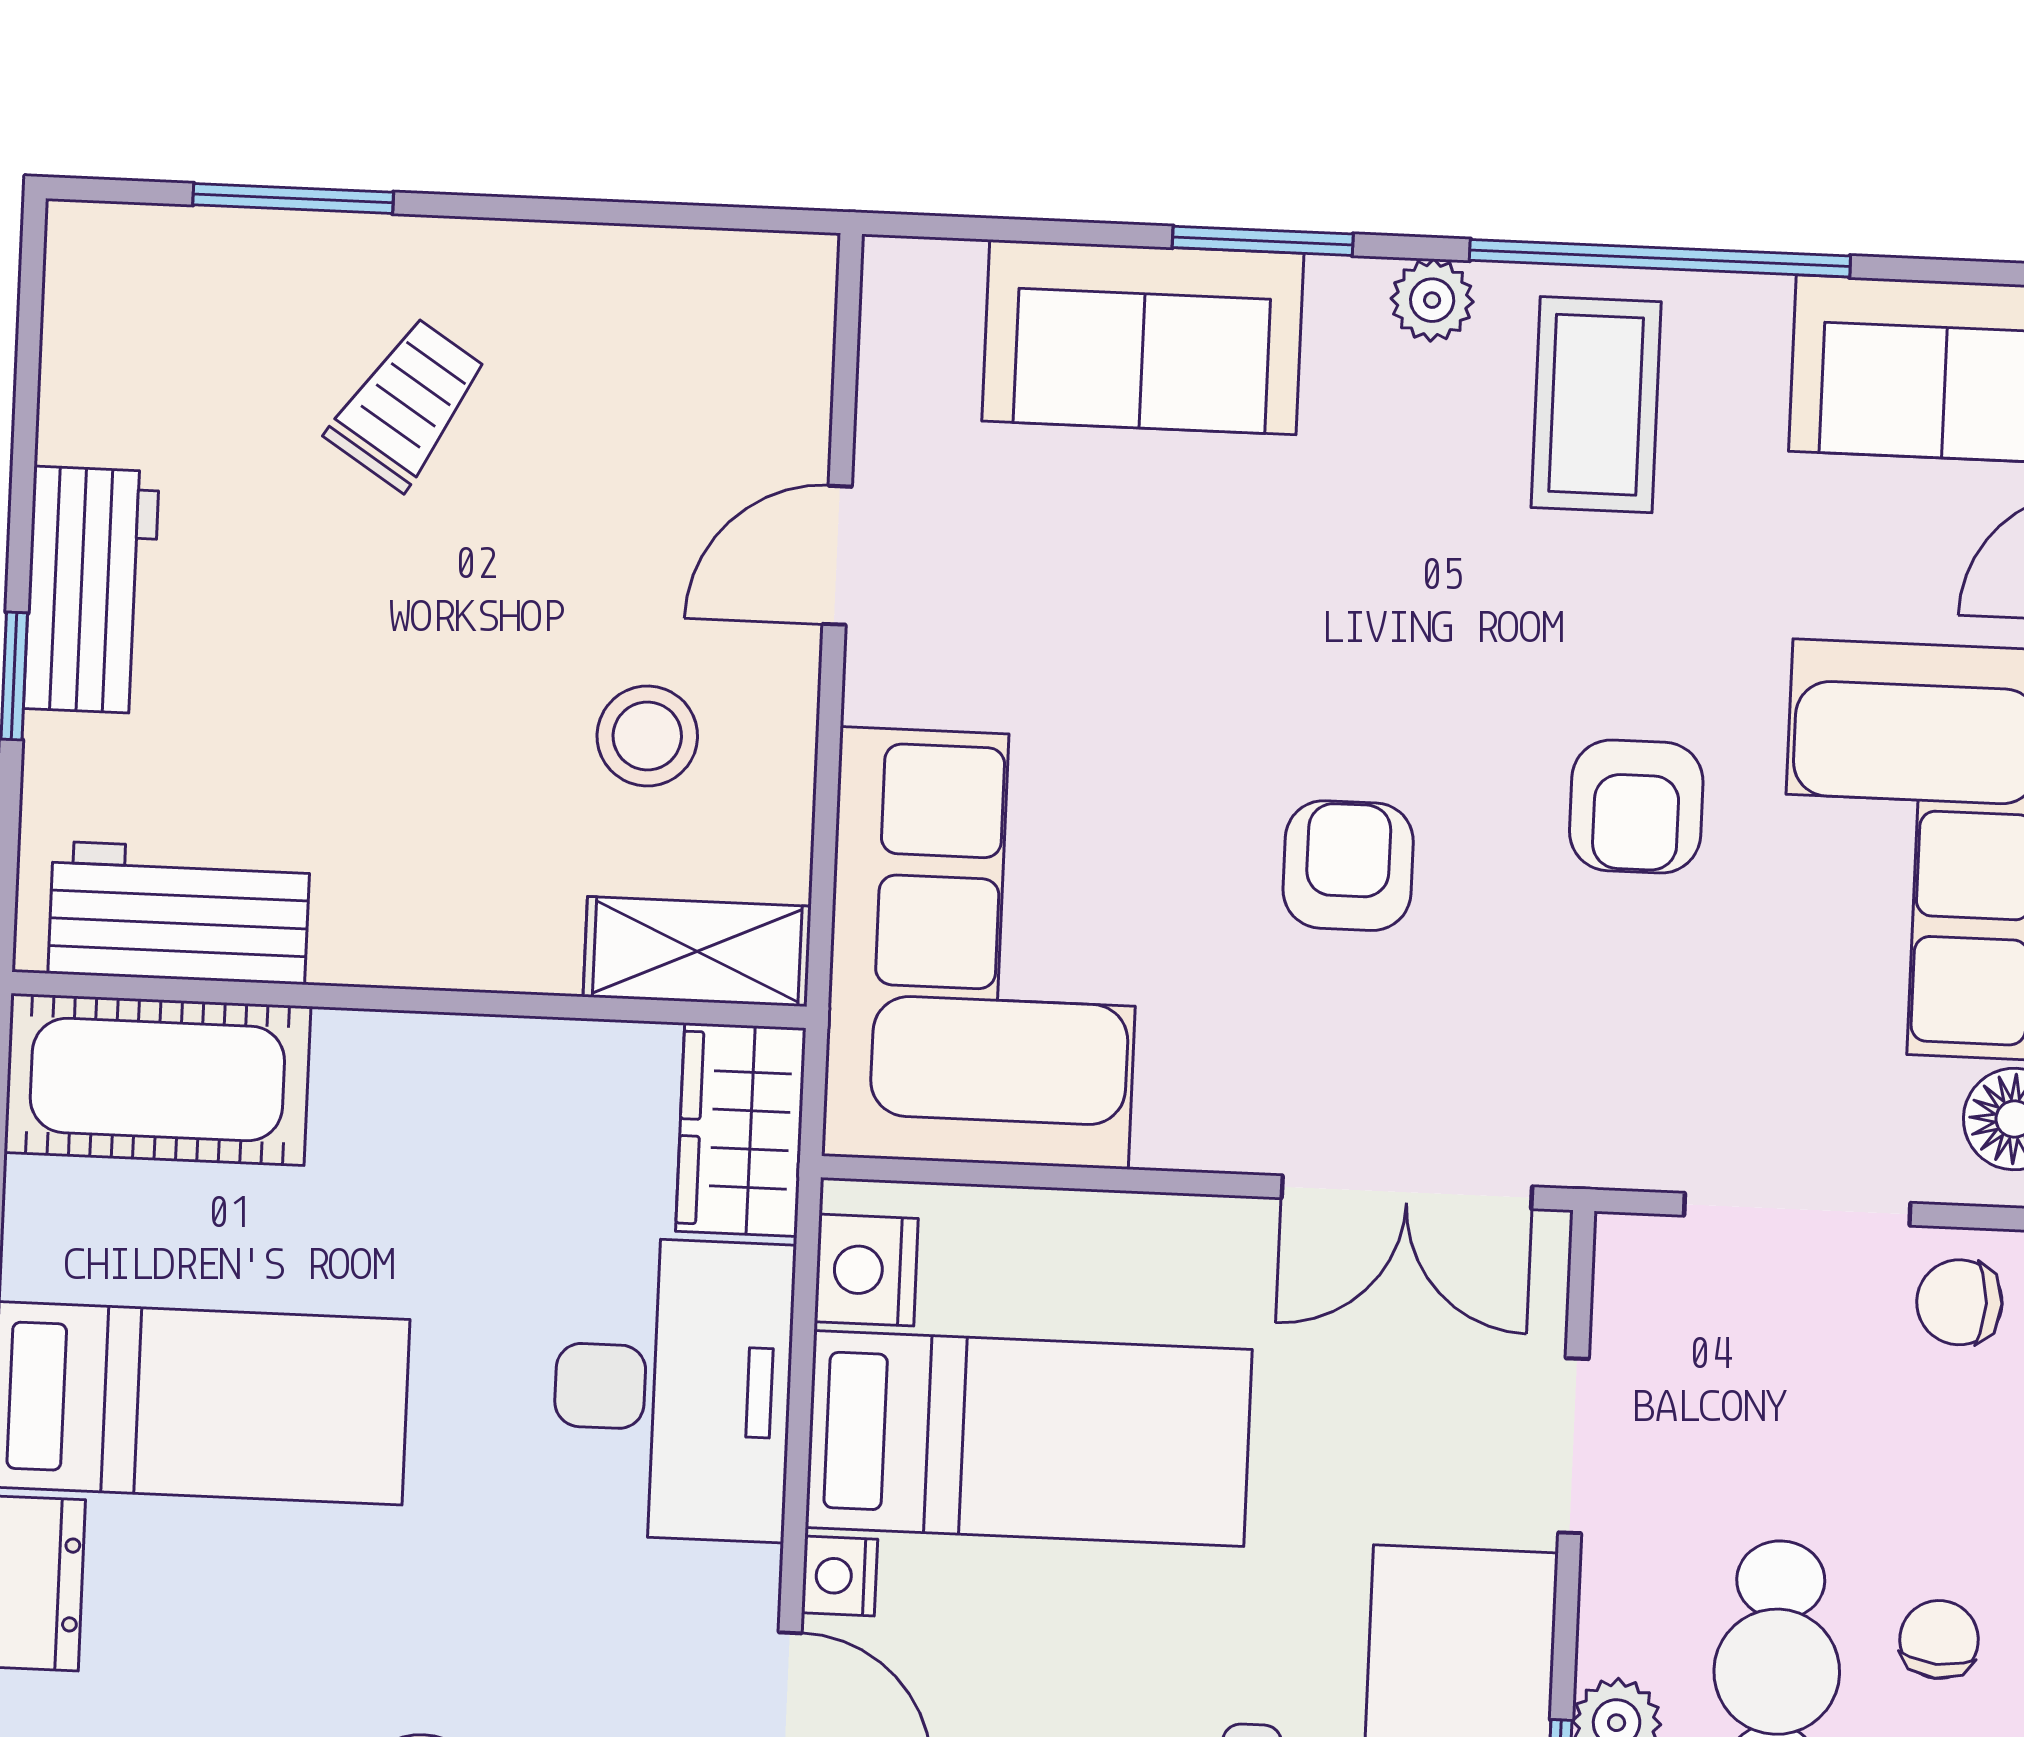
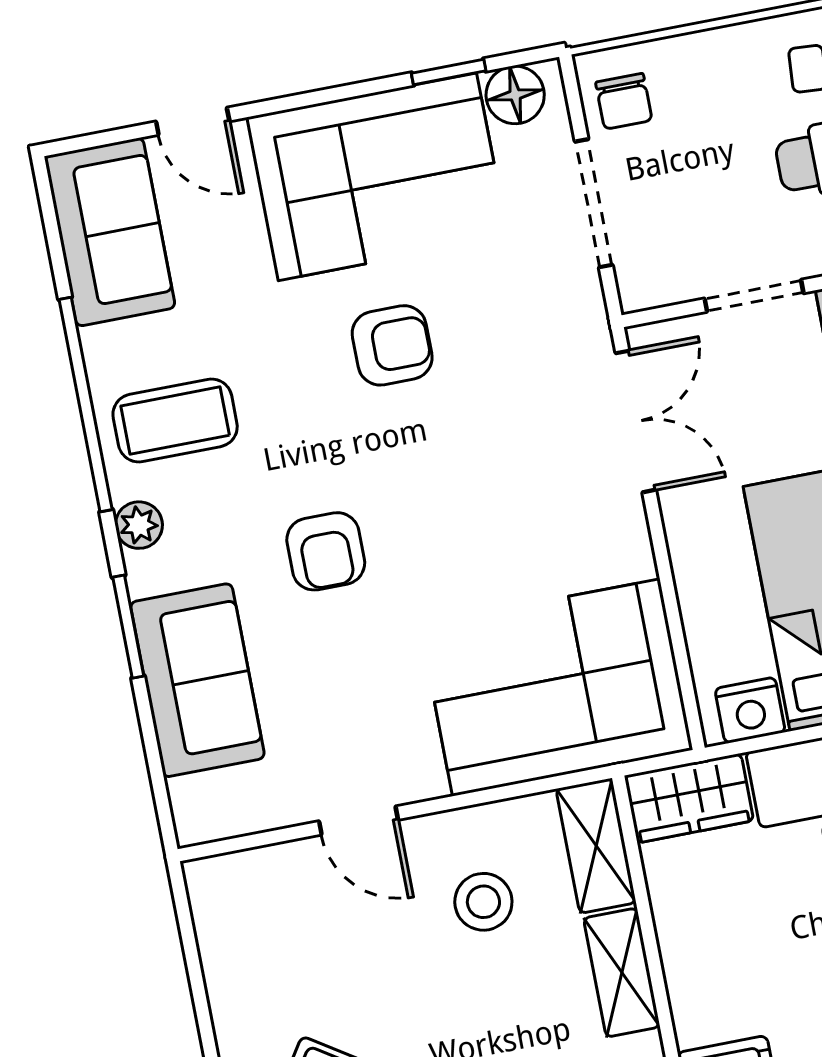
armchair: (1348, 866) -> (326, 551), moved, turned -90
shelving: (470, 944) -> (622, 973), added

